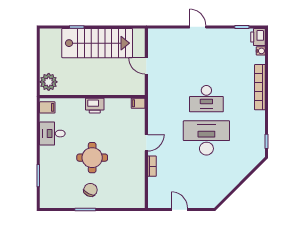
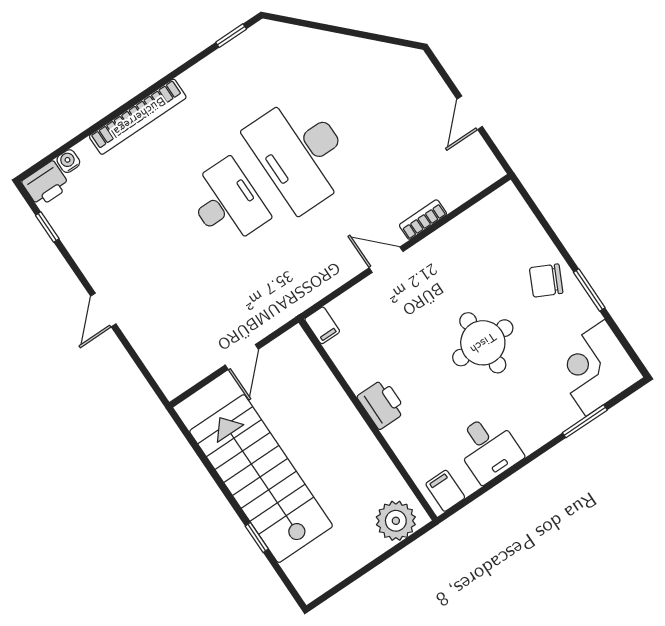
chair: (90, 190) -> (546, 281), moved
corner desk: (55, 193) -> (595, 368), added

